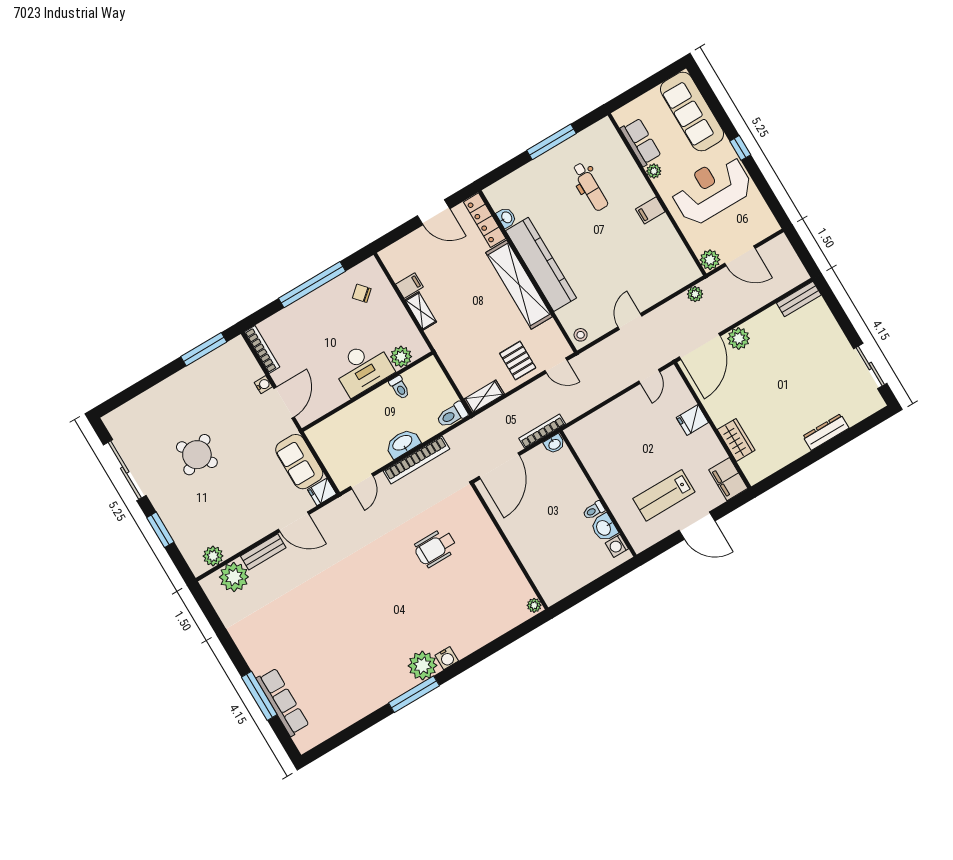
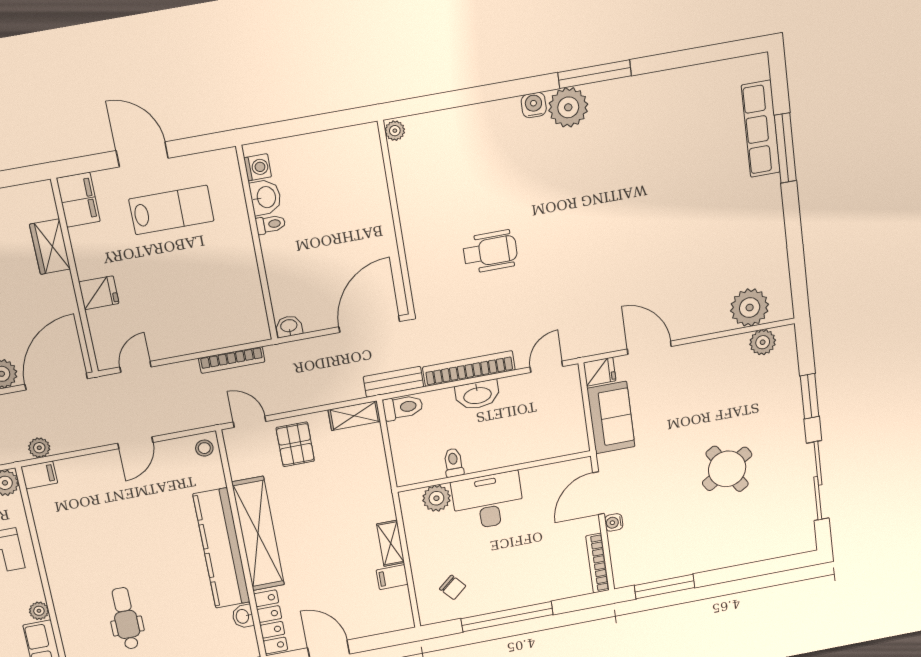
filing cabinet: (650, 210) -> (39, 475), moved
bookcase: (542, 431) -> (232, 360), moved
bench: (263, 552) -> (393, 382), moved

